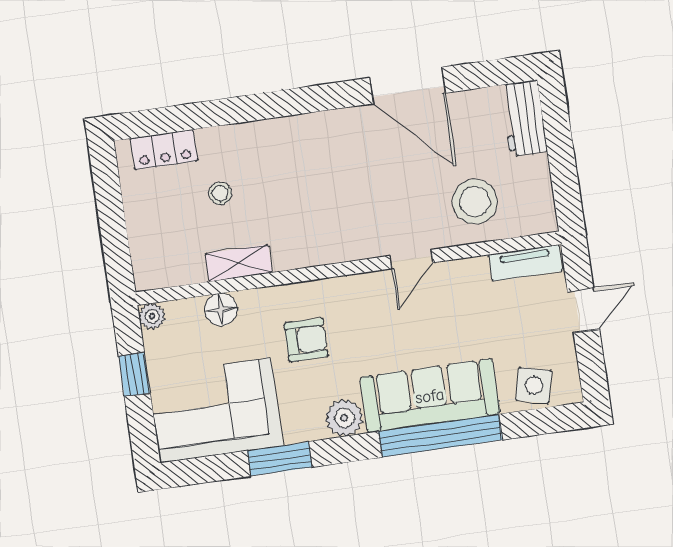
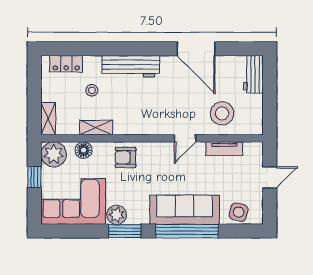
workbench: (288, 137) -> (131, 66), added
shelving: (145, 259) -> (48, 118), added
tv unit: (526, 263) -> (224, 149), moved
plant: (152, 316) -> (54, 154), width x1.87, depth x1.87
armchair: (306, 340) -> (126, 157), moved, turned 180
plant: (344, 418) -> (117, 215), moved
window: (280, 459) -> (125, 231), moved

